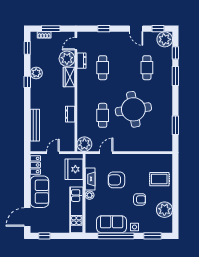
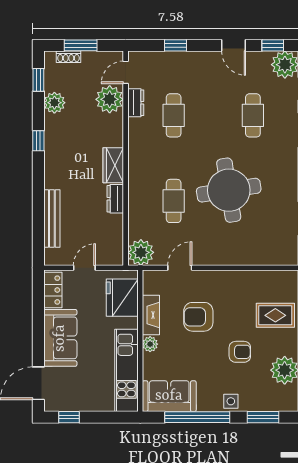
plant: (36, 73) -> (54, 103), moved
wardrobe: (69, 77) -> (113, 165), moved
sofa: (112, 224) -> (169, 396), moved

